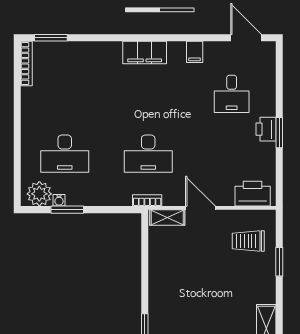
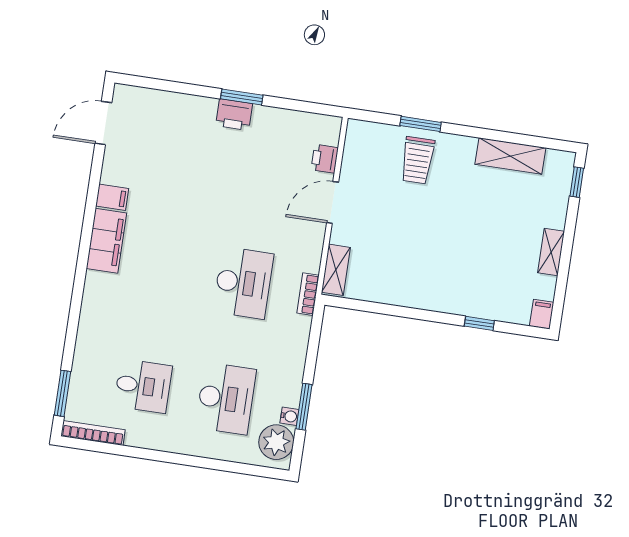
filing cabinet: (145, 52) -> (106, 241), moved
desk: (232, 94) -> (143, 386), moved
printer: (253, 194) -> (325, 159), width x0.53, depth x0.68
door: (200, 208) -> (333, 202), moved
trolley: (248, 241) -> (417, 160), moved

